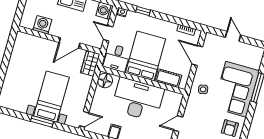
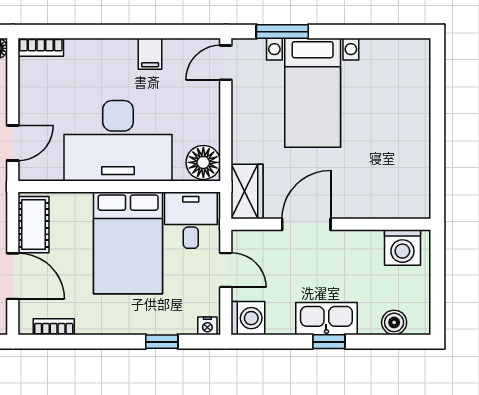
washing machine: (42, 25) -> (402, 247), moved
cot: (168, 78) -> (34, 225), moved, turned 90
window: (42, 121) -> (282, 32), moved
door: (178, 124) -> (13, 143), moved

